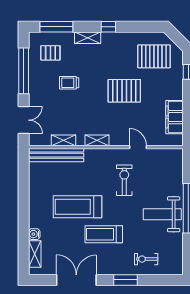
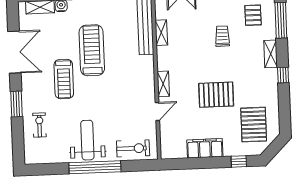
pallet: (124, 91) -> (216, 95), turned 90
filing cabinet: (175, 117) -> (205, 148), moved
shelving: (97, 140) -> (163, 84), moved
exercise bike: (124, 180) -> (133, 148), moved
treadmill: (104, 234) -> (64, 79), turned 180

